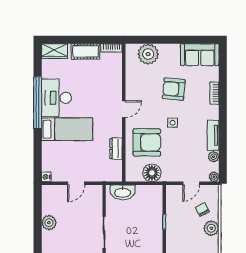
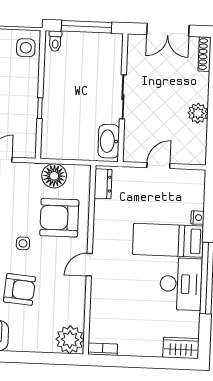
cot: (85, 51) -> (138, 346), removed
plant: (148, 54) -> (70, 340), moved
dresser: (116, 149) -> (103, 184), moved
nightstand: (46, 177) -> (198, 218), moved
washbasin: (123, 192) -> (109, 141), moved, turned -90

